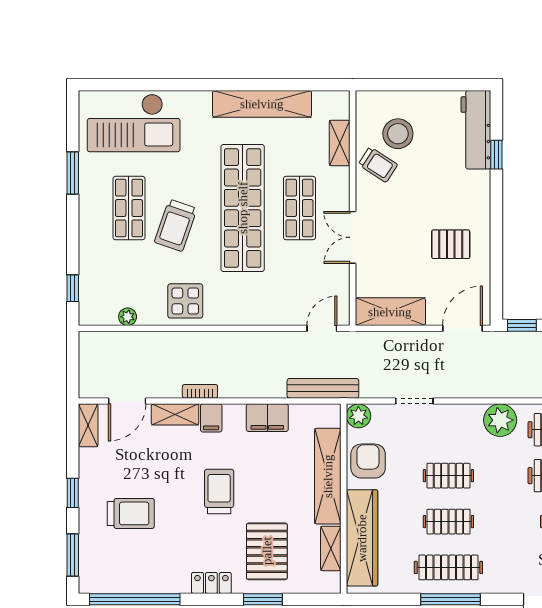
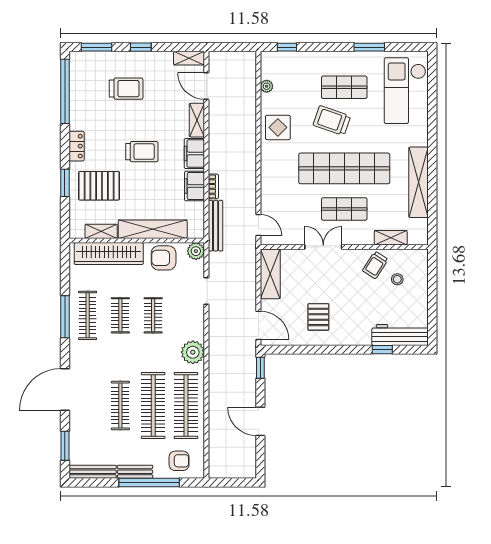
stool: (398, 134) -> (397, 279), width x0.53, depth x0.53
bookcase: (200, 391) -> (213, 186), moved
filing cabinet: (211, 418) -> (194, 154), width x2.00
armchair: (368, 461) -> (164, 258), turned 180
trolley: (131, 513) -> (126, 89), turned -90

